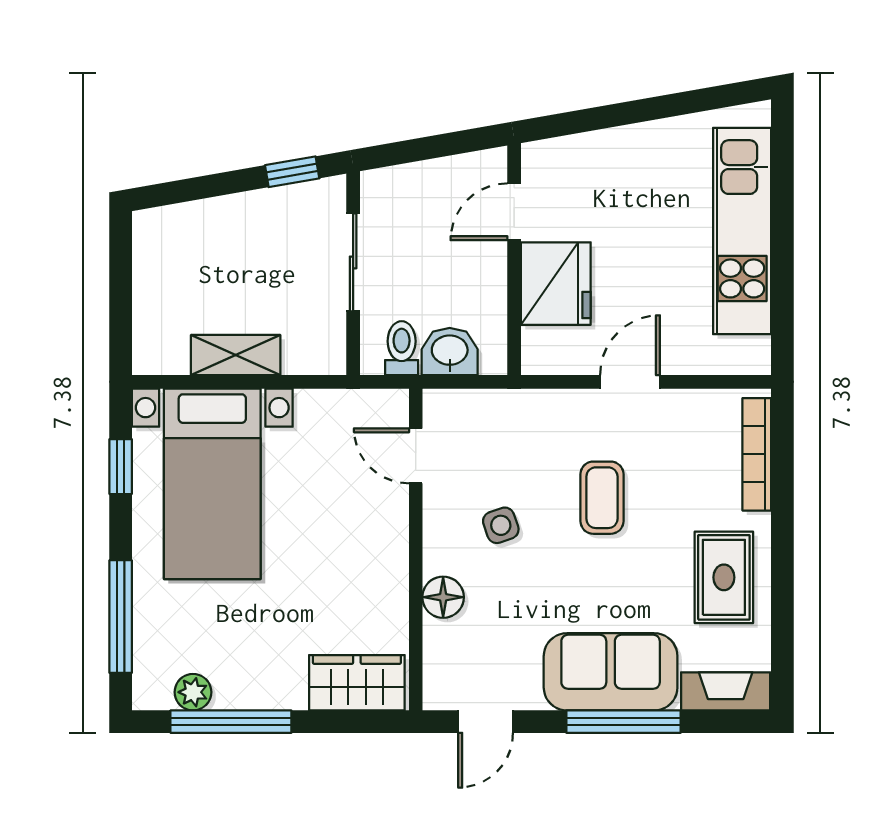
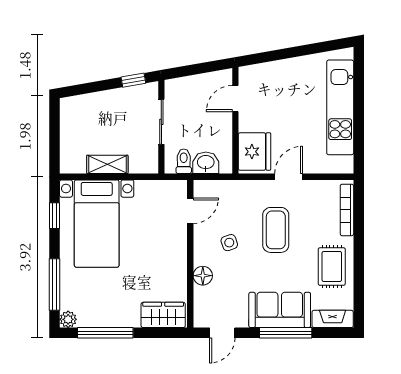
fridge: (556, 284) -> (255, 152), moved
door: (416, 456) -> (190, 211), swing flipped
coffee table: (602, 498) -> (276, 230), width x1.36, depth x1.30
plant: (193, 692) -> (68, 319), moved

